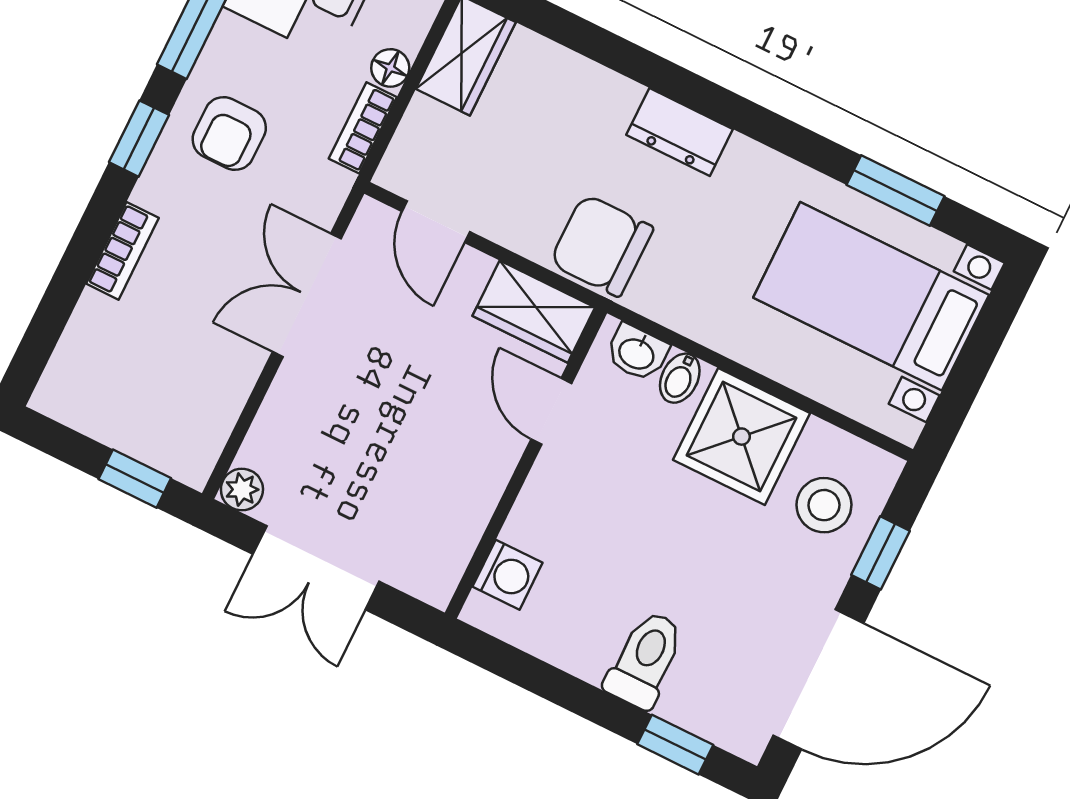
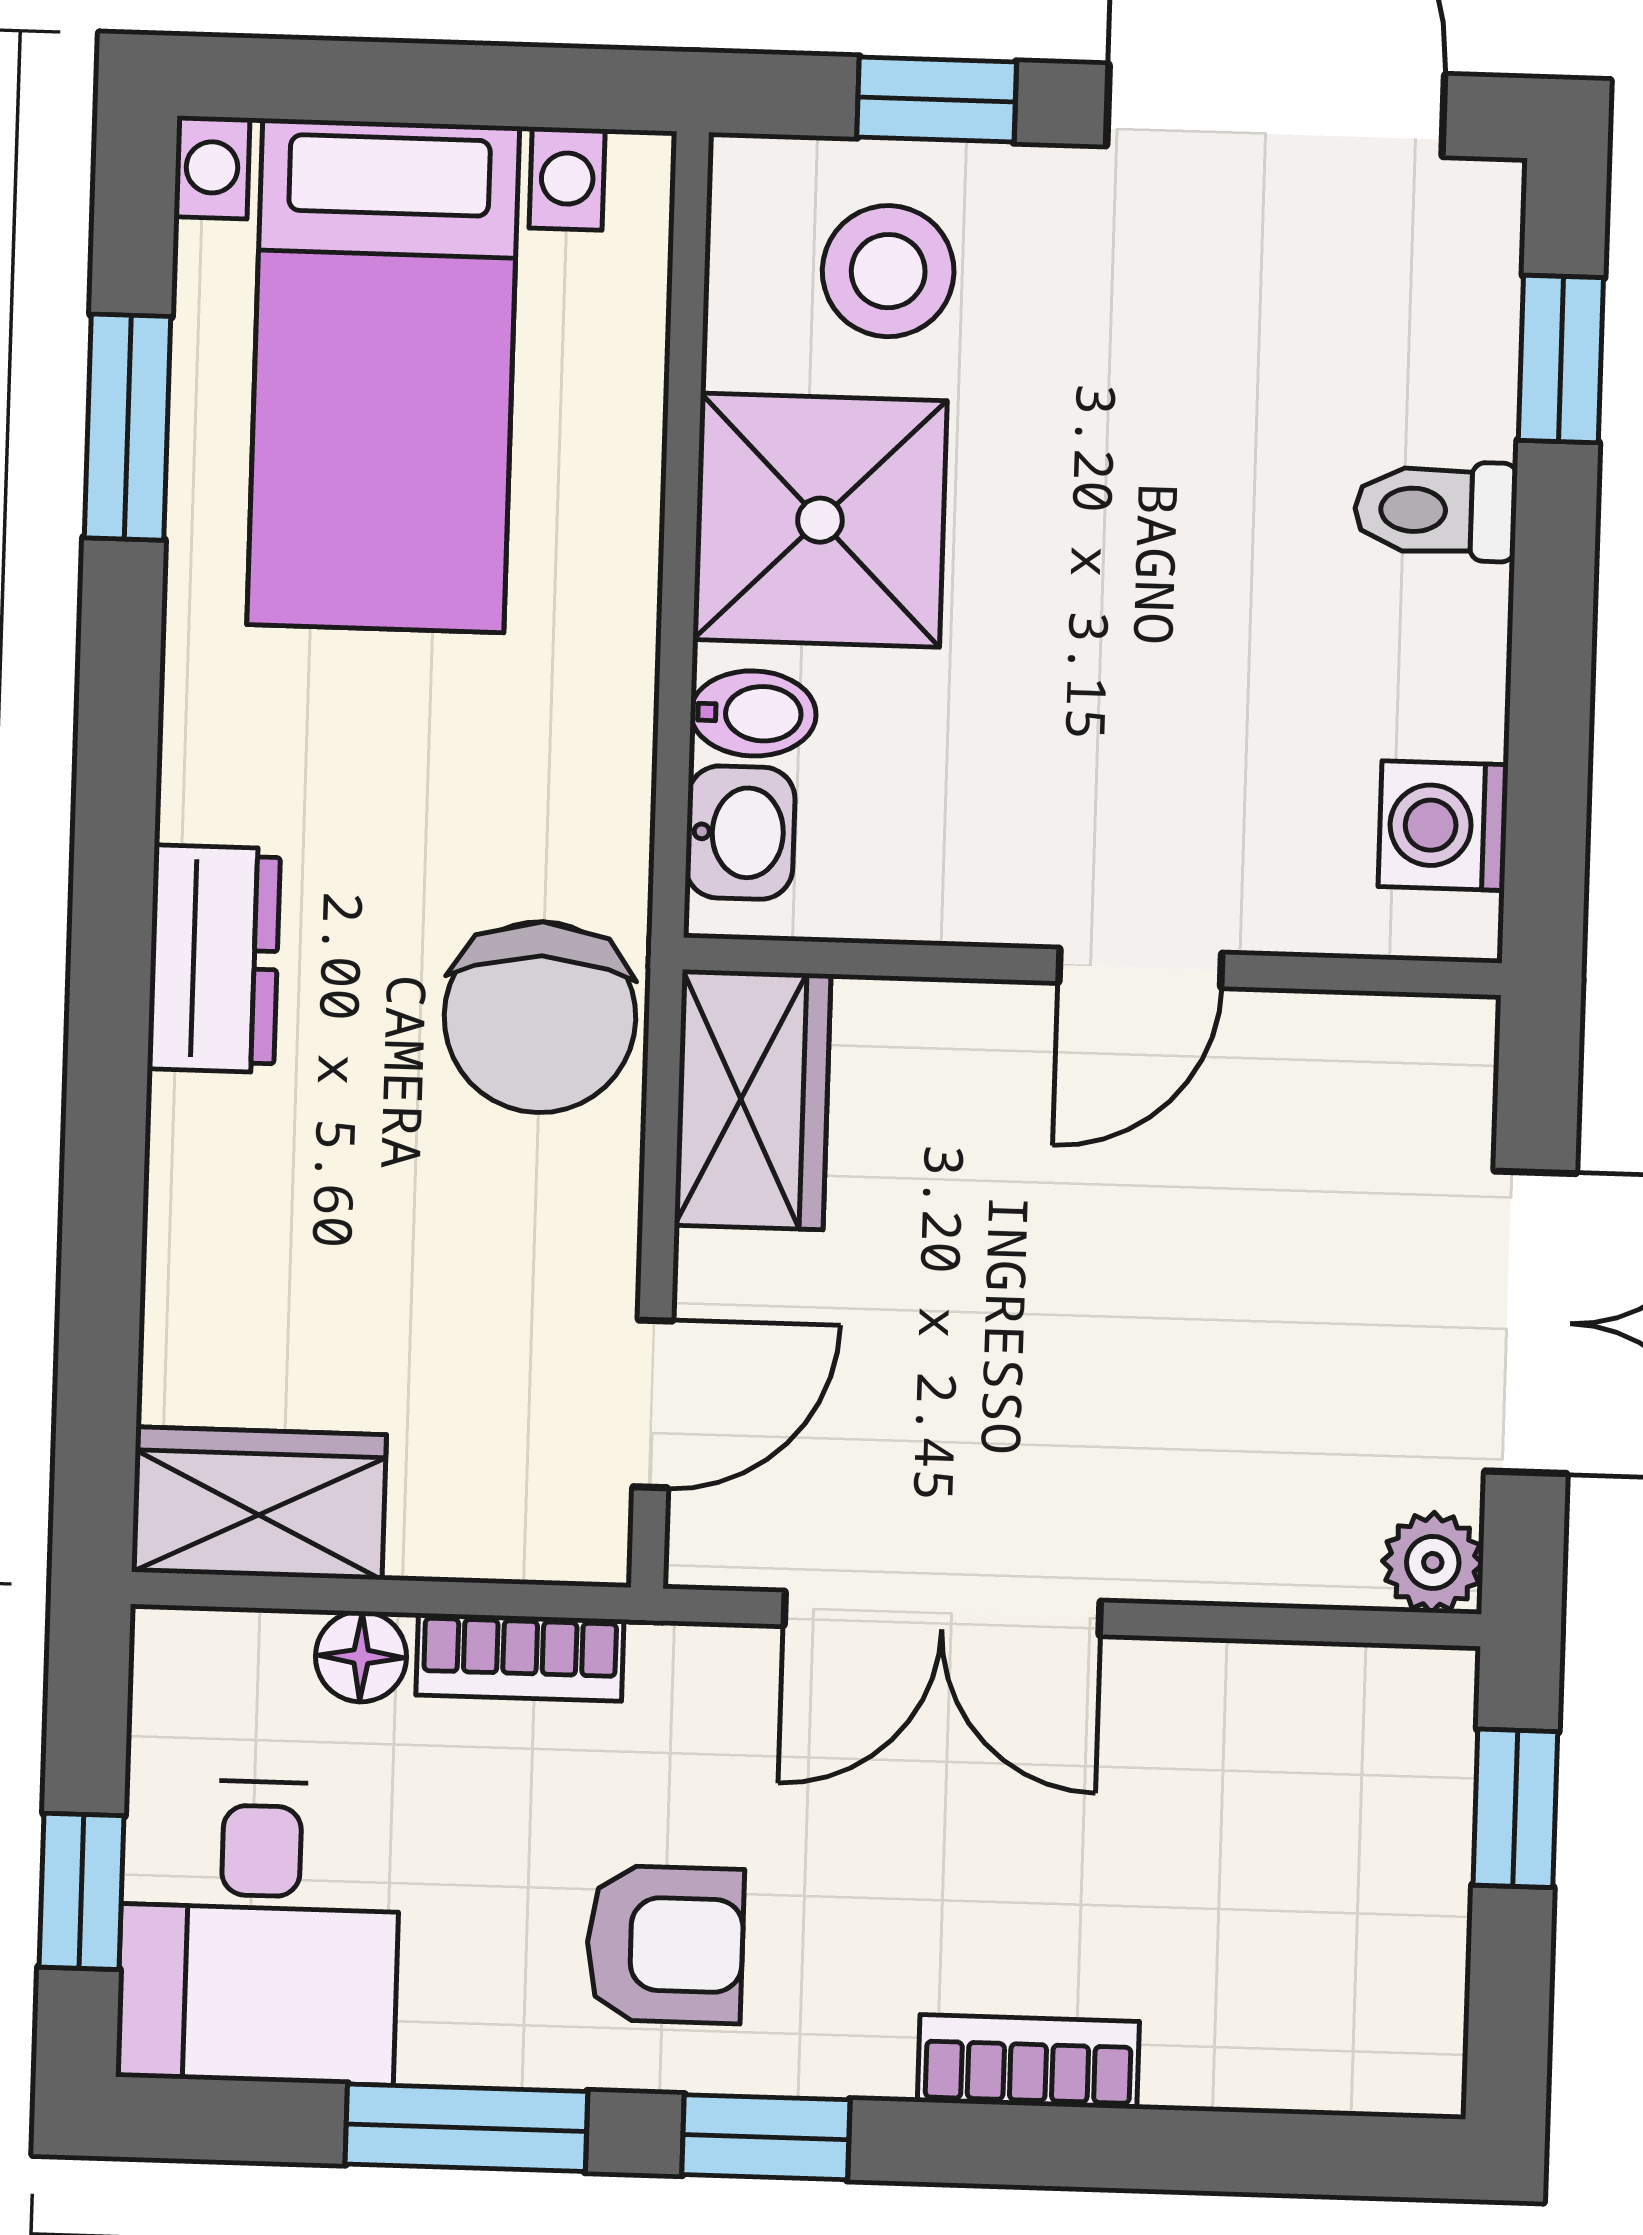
door: (551, 411) -> (1140, 968), moved
washing machine: (508, 575) -> (1443, 826), moved, turned -90
toilet: (645, 660) -> (1436, 511), width x0.73, depth x0.72

